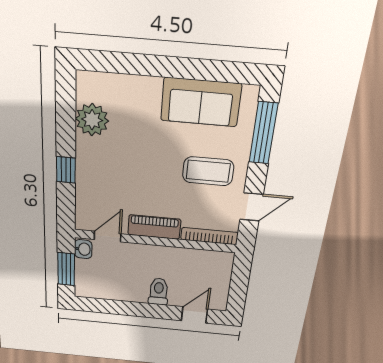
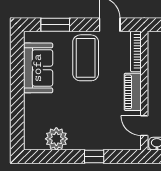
window: (263, 133) -> (55, 25), width x0.69
coffee table: (208, 171) -> (86, 58), width x1.36, depth x1.32

